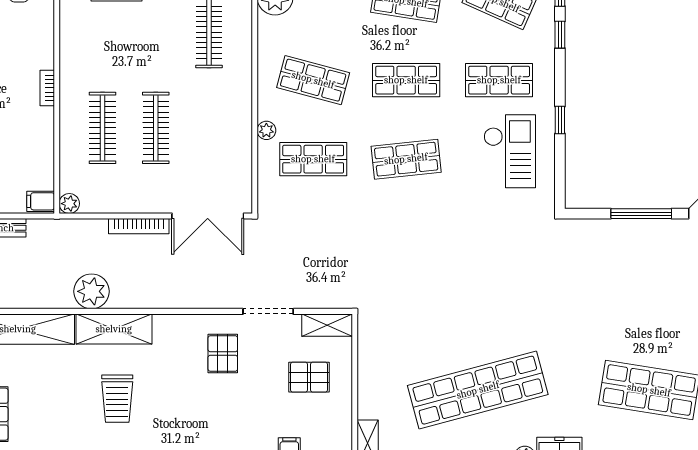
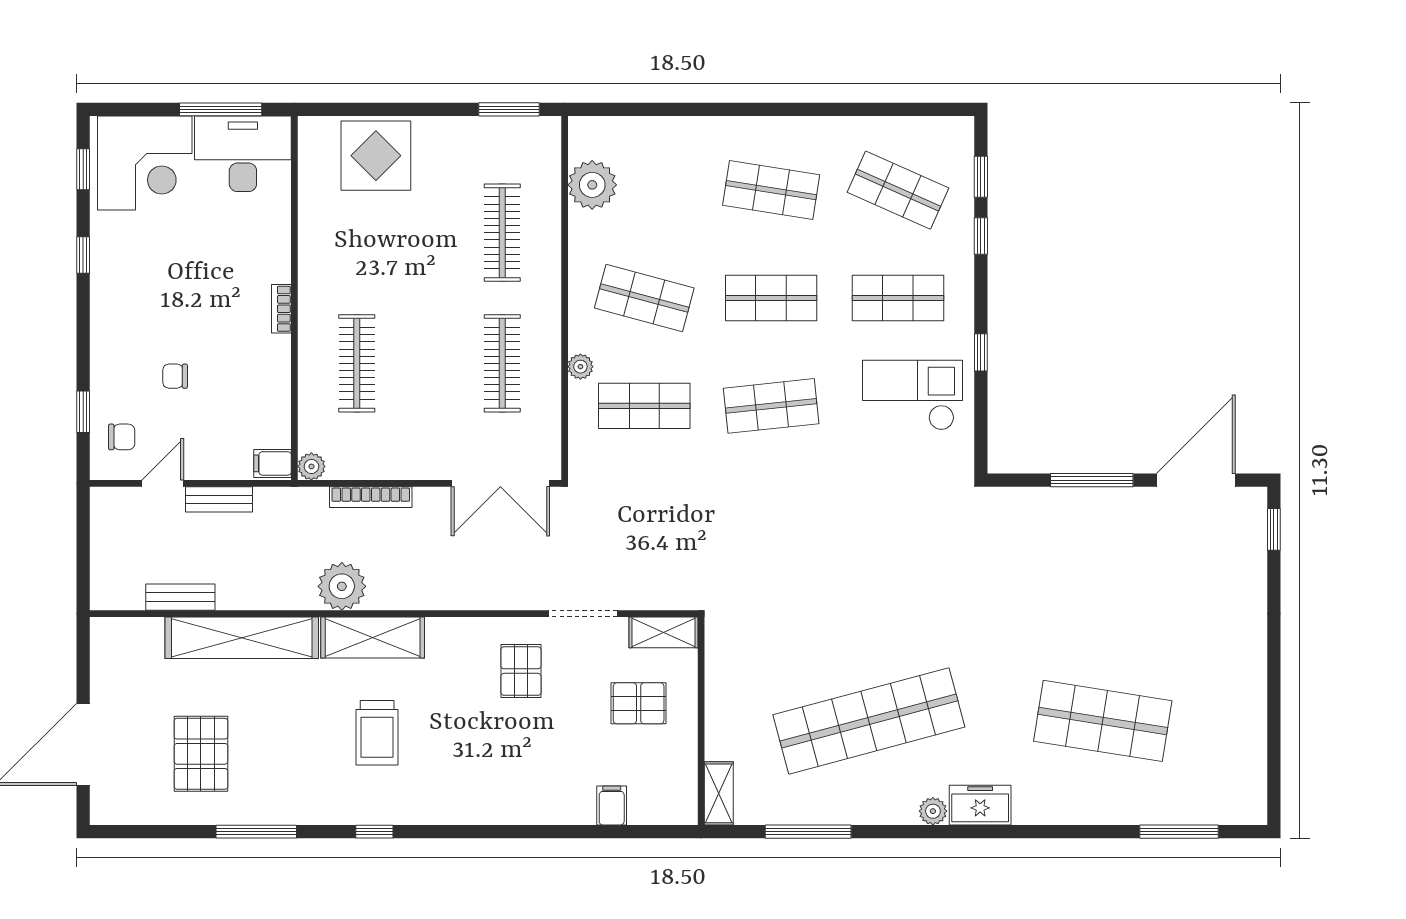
clothes rail: (156, 128) -> (502, 363), moved
checkout: (510, 151) -> (912, 395), turned -90
bookcase: (139, 226) -> (371, 497), moved

